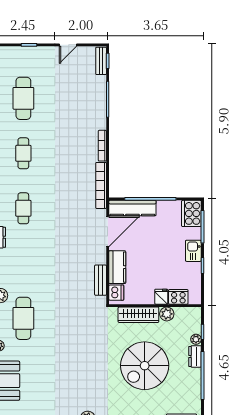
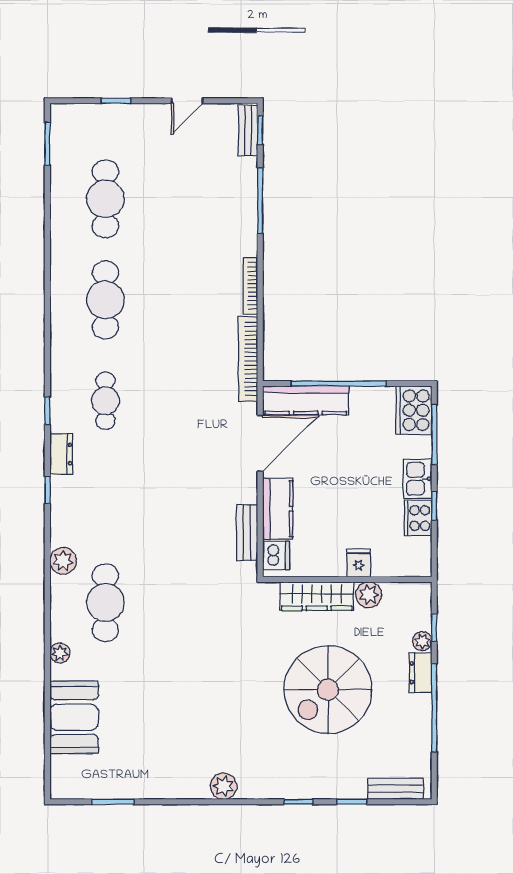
cafe table: (23, 153) -> (105, 300), width x1.37, depth x1.35
cooker: (178, 297) -> (418, 518), moved, turned -90

